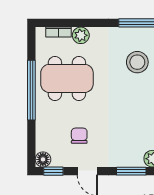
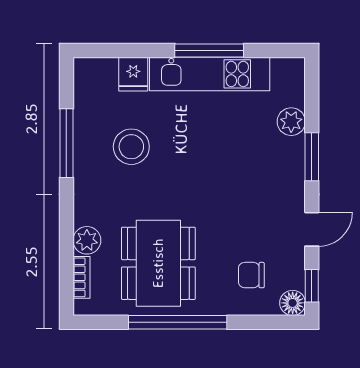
chair: (79, 136) -> (251, 275), moved

